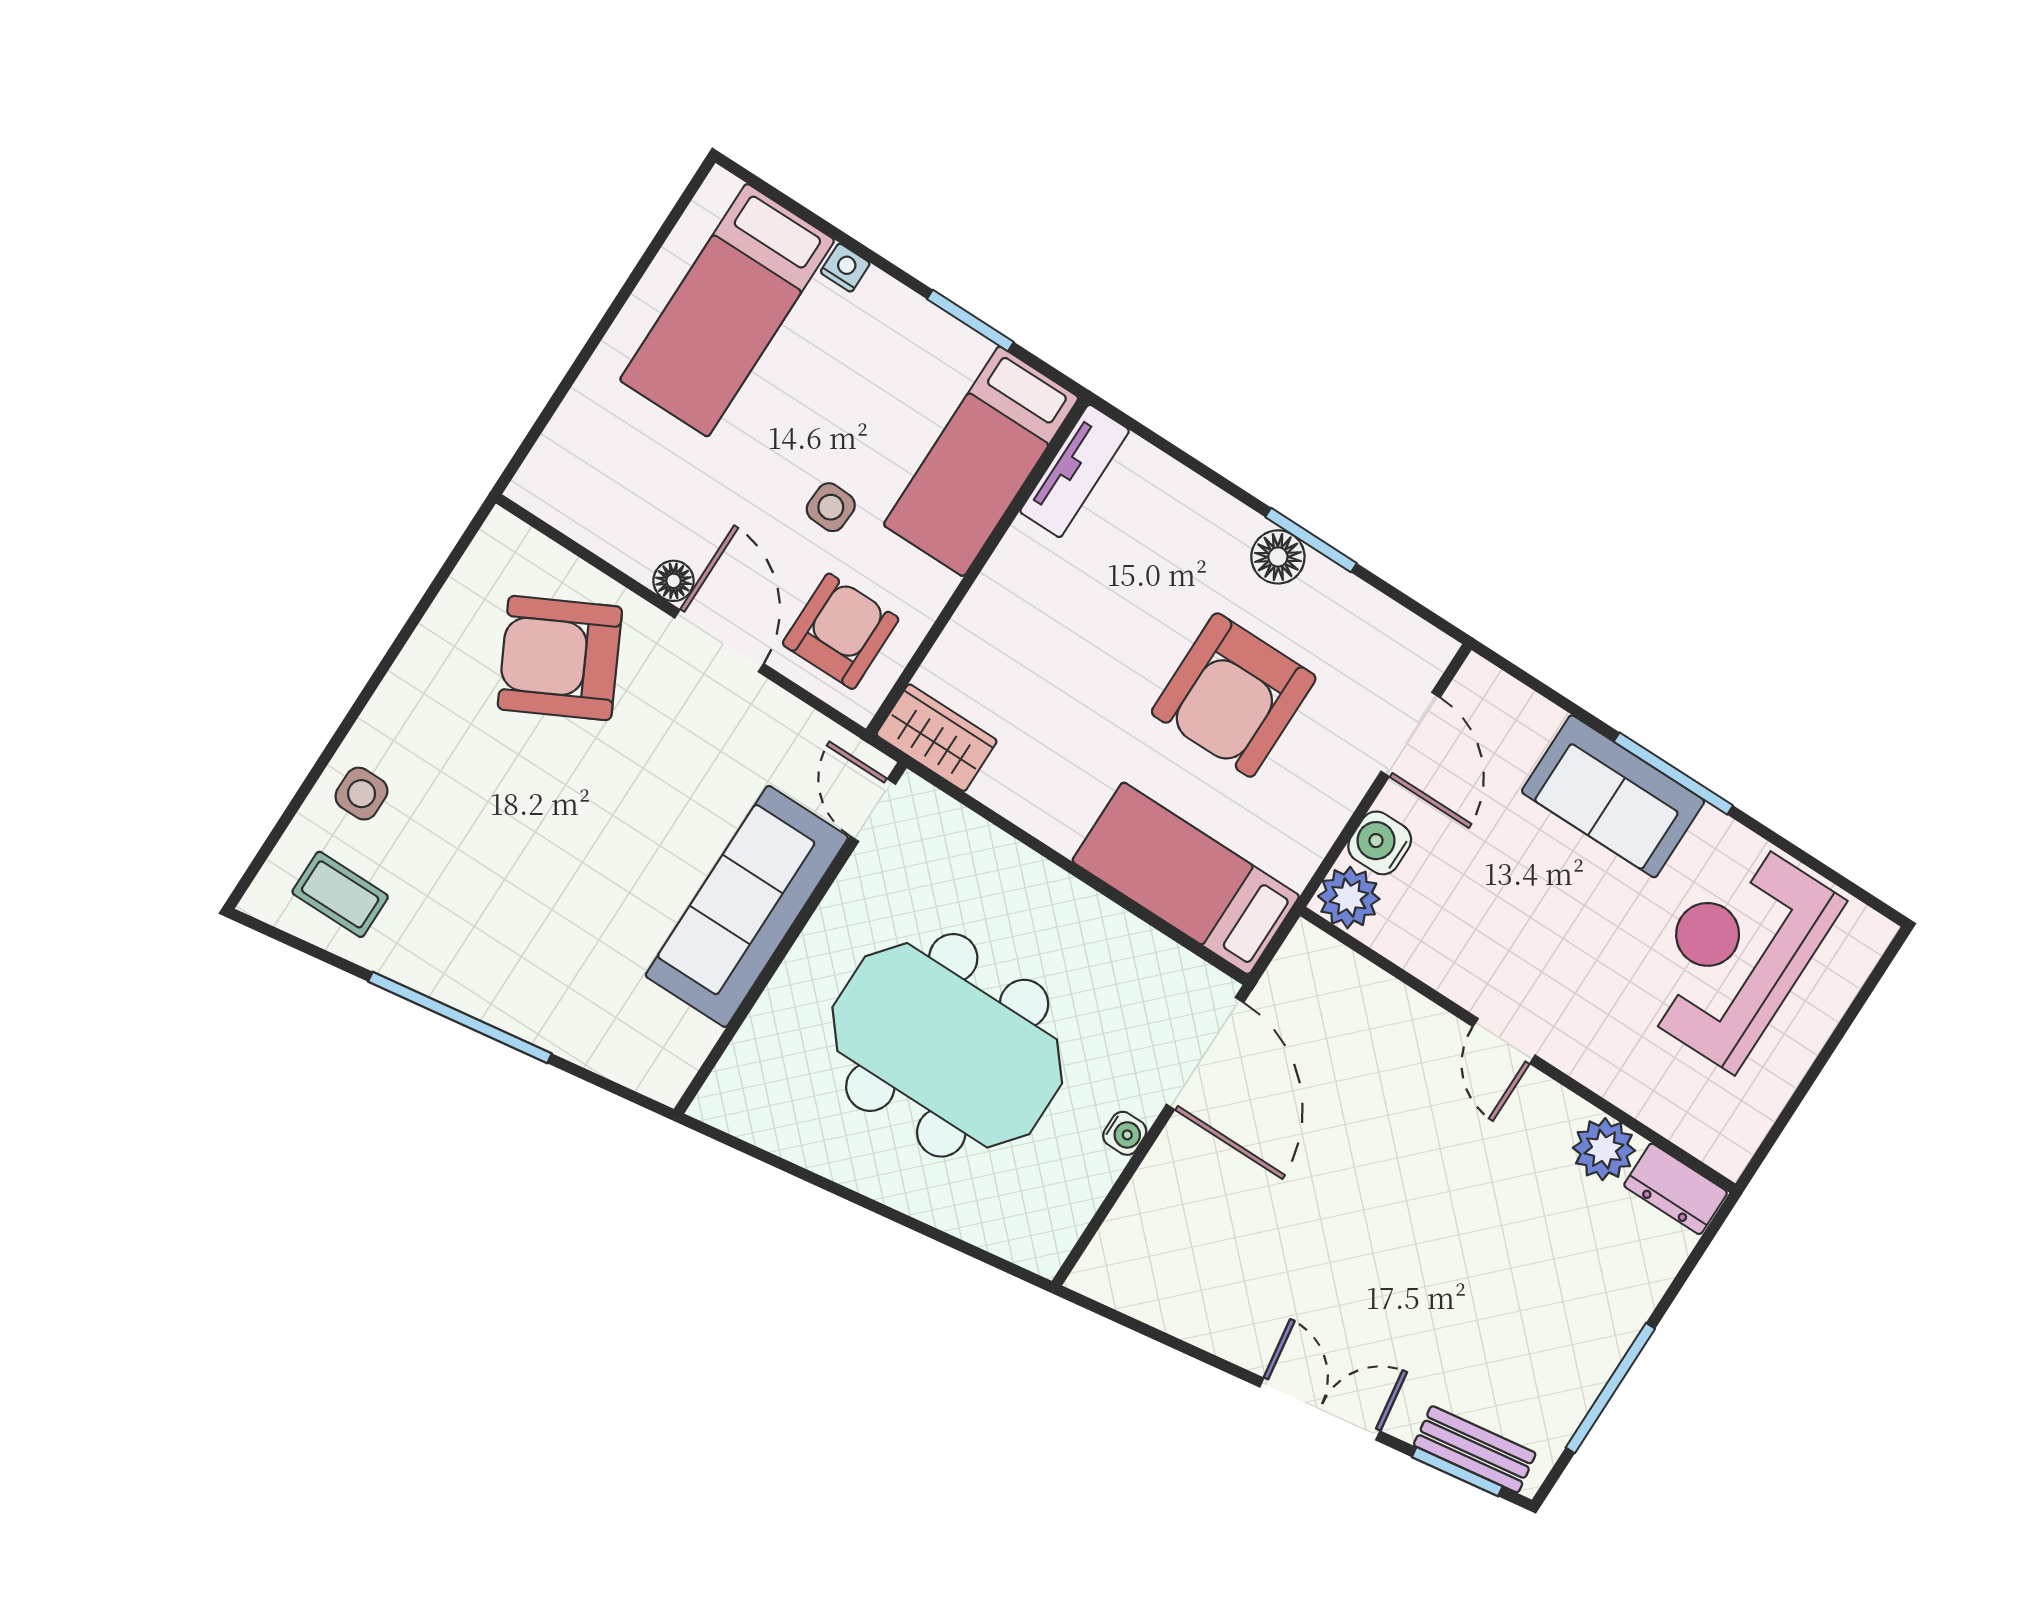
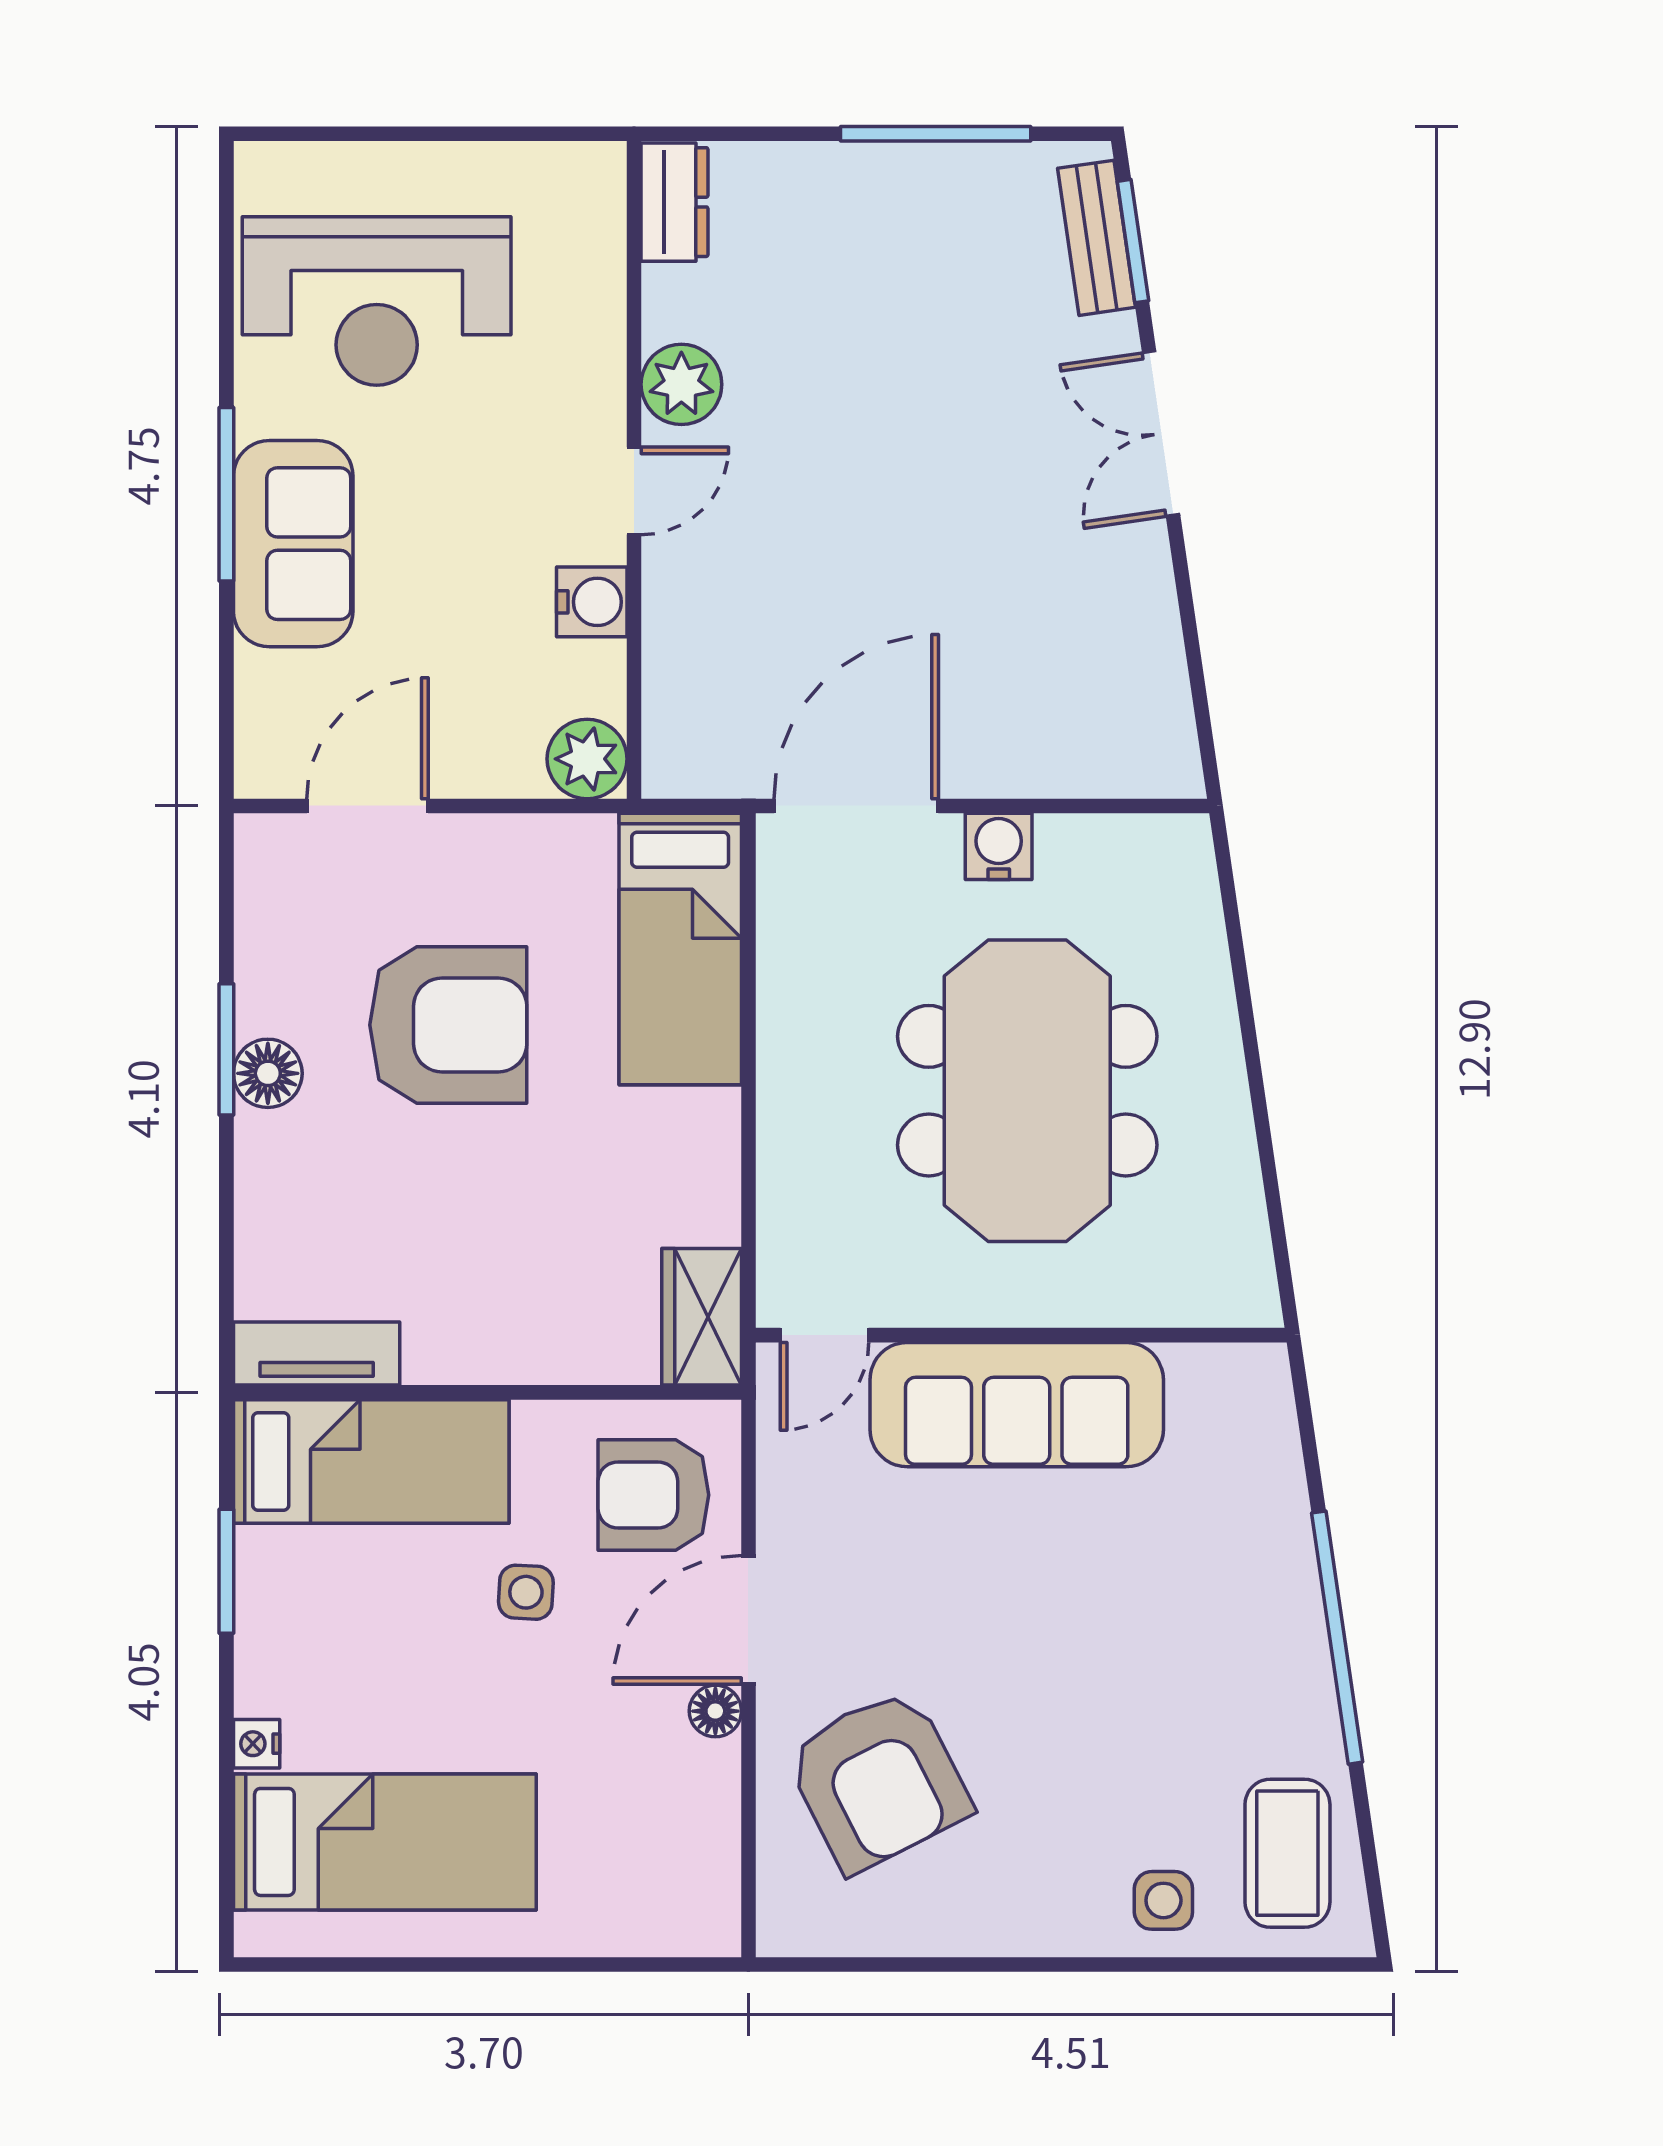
water cooler: (1380, 843) -> (592, 602), moved, turned -90
coffee table: (340, 894) -> (1287, 1853), width x1.36, depth x1.30
water cooler: (1125, 1133) -> (999, 846), width x1.38, depth x1.38
plant: (1604, 1149) -> (681, 384), moved

